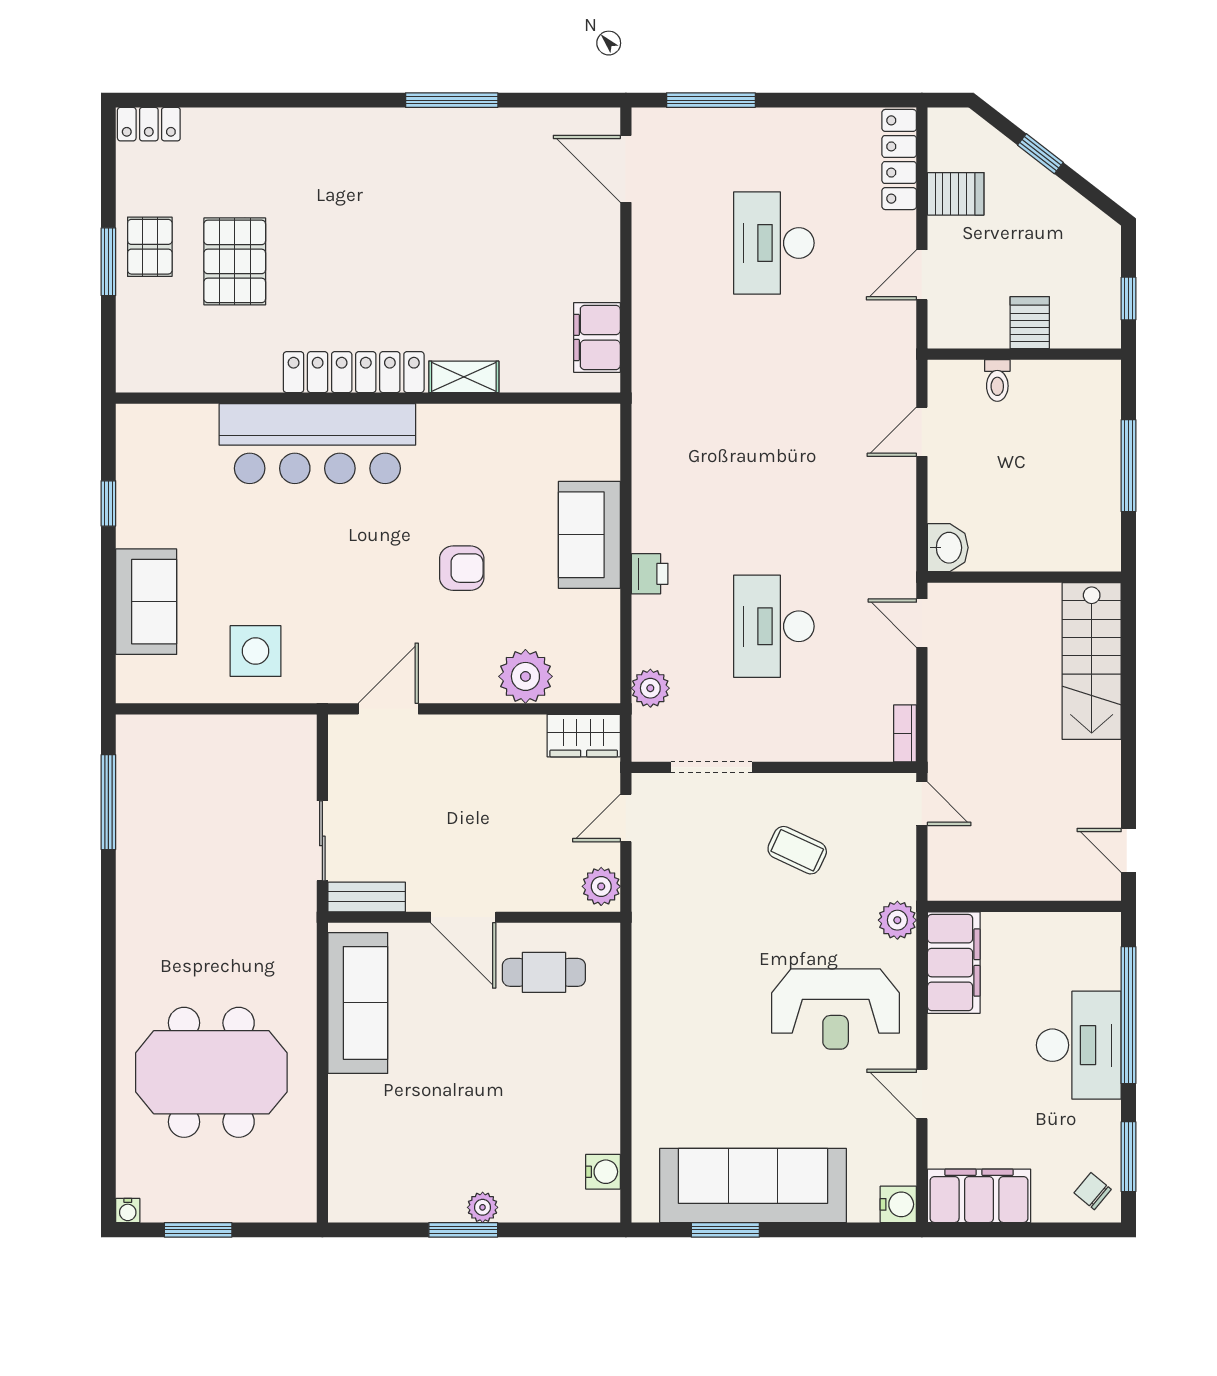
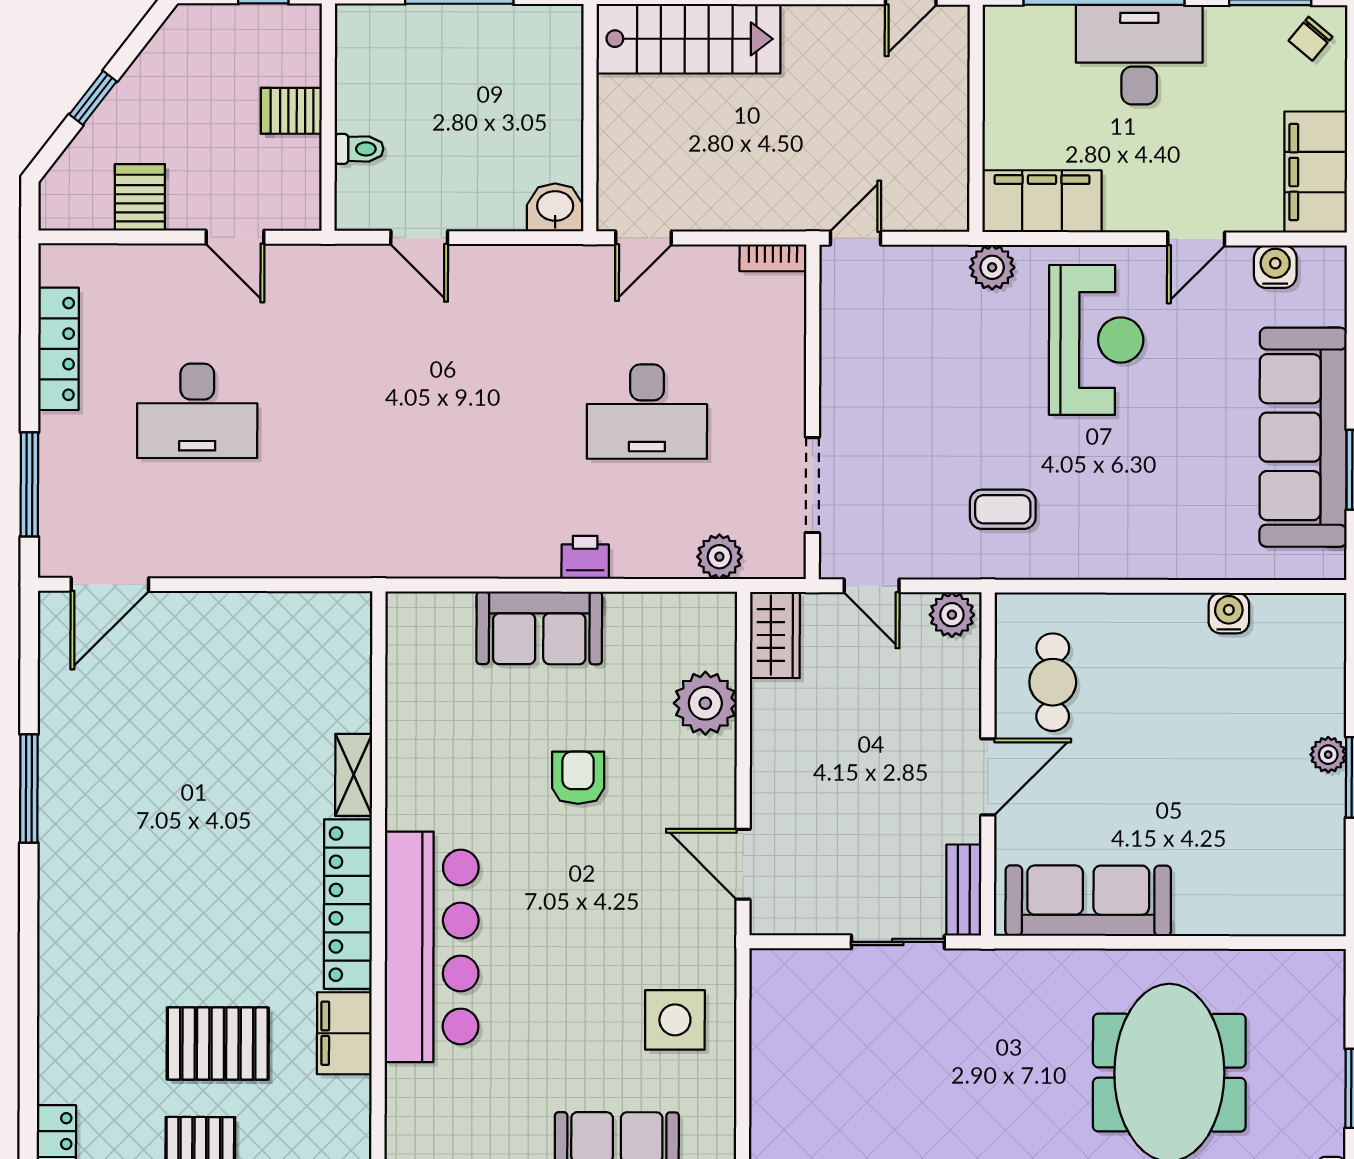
locker: (899, 160) -> (58, 349), moved, turned -90
filing cabinet: (597, 337) -> (344, 1033), moved, turned 90
coffee table: (797, 850) -> (1003, 509), moved, turned 65
water cooler: (603, 1172) -> (1229, 613), moved
water cooler: (898, 1204) -> (1275, 267), moved

